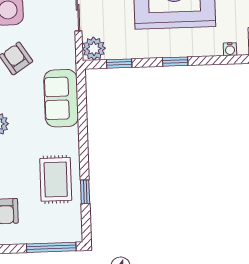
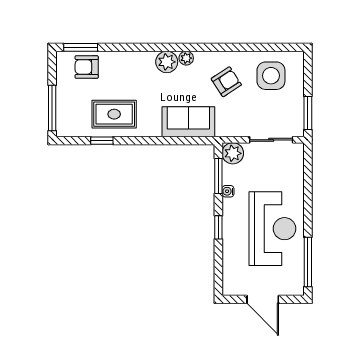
water cooler: (230, 49) -> (228, 191), moved
window: (119, 64) -> (218, 176), width x1.50

